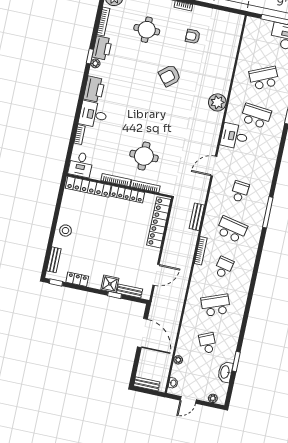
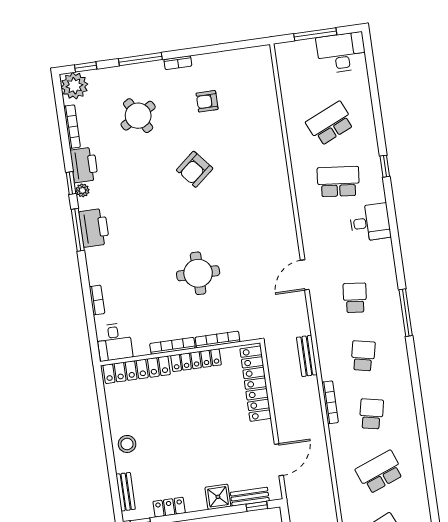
round table: (147, 30) -> (138, 116), turned -30
window: (83, 87) -> (78, 230), added
plant: (217, 102) -> (276, 182), removed
desk: (93, 114) -> (106, 264), removed
desk: (234, 136) -> (370, 222), moved, turned 180
round table: (144, 156) -> (198, 273), moved
school desk: (232, 229) -> (363, 356), width x0.54
window: (115, 295) -> (257, 506), moved

